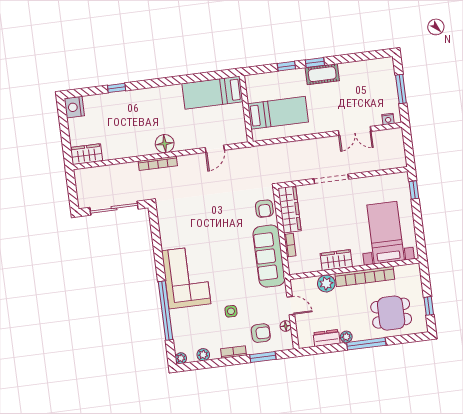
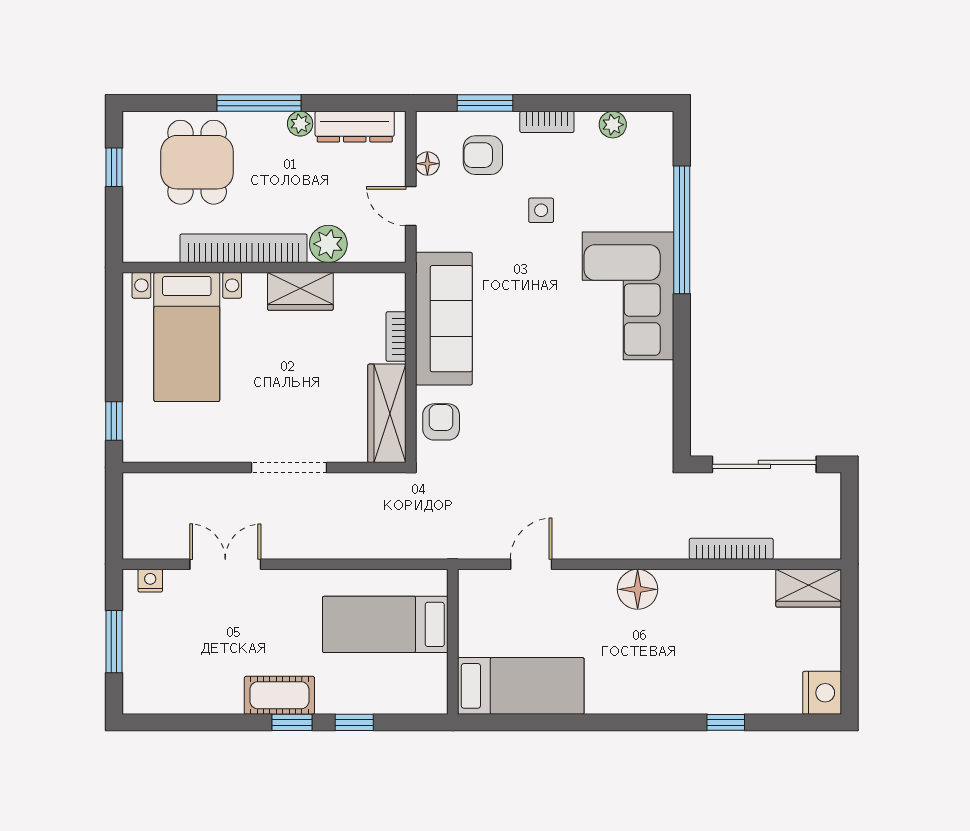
bookcase: (158, 163) -> (731, 549), moved
dining table: (391, 313) -> (197, 162), turned 90
dresser: (327, 338) -> (355, 127), width x1.44
plant: (181, 358) -> (662, 123), removed

